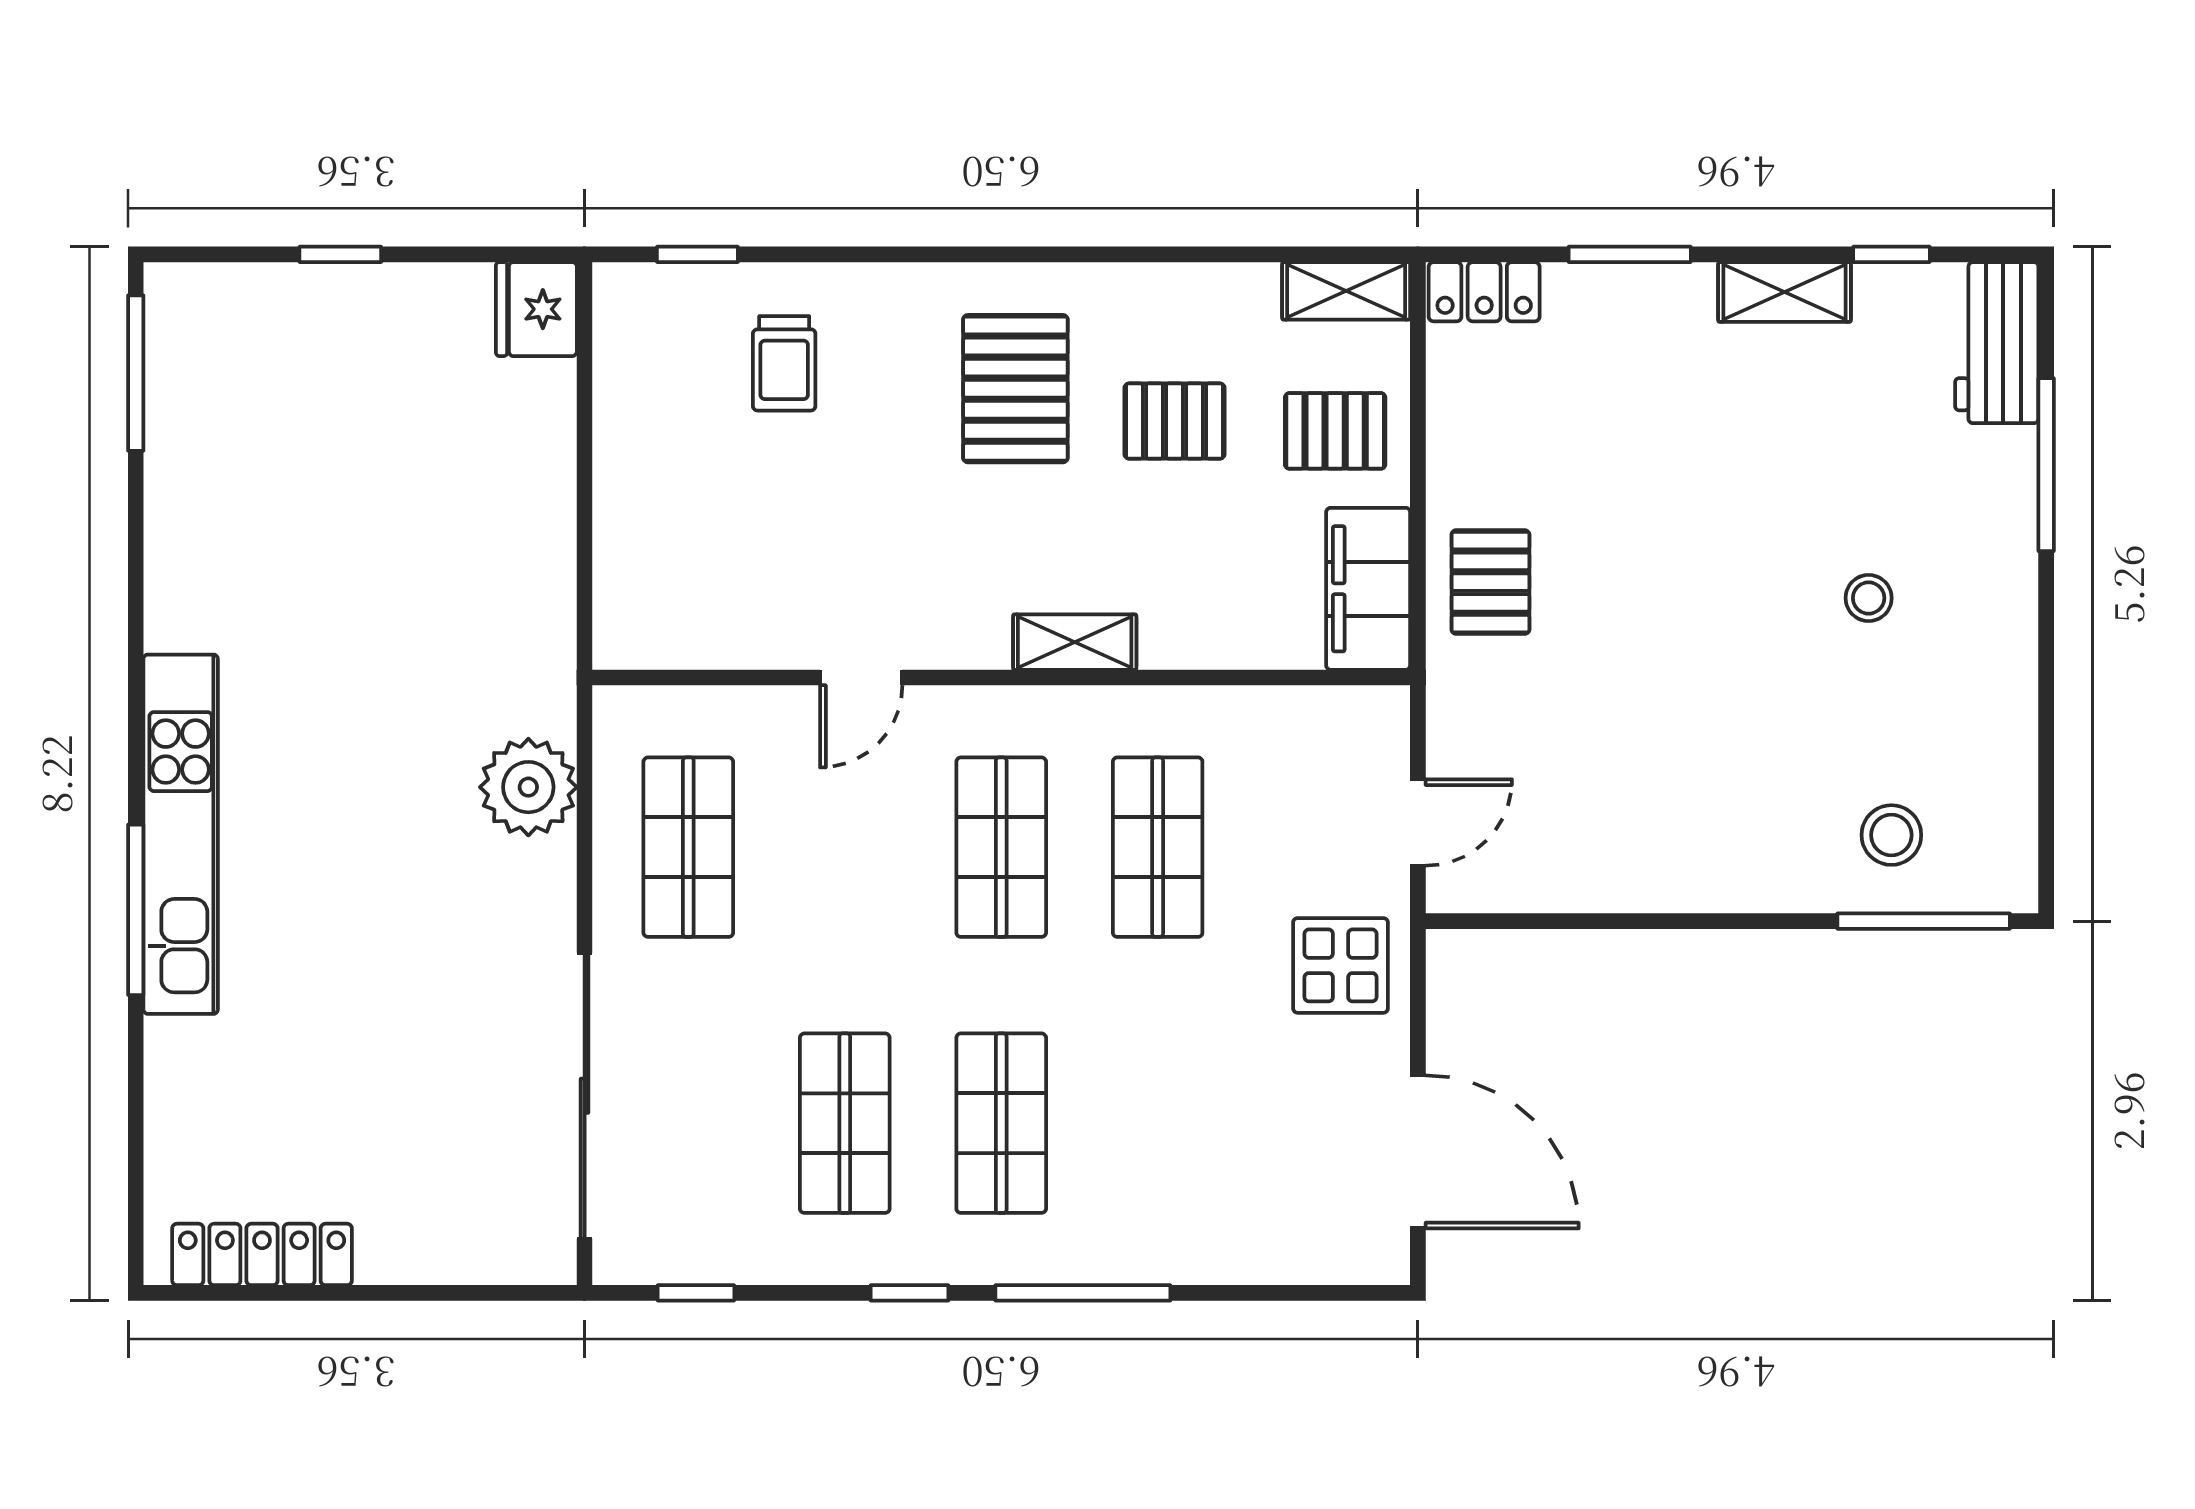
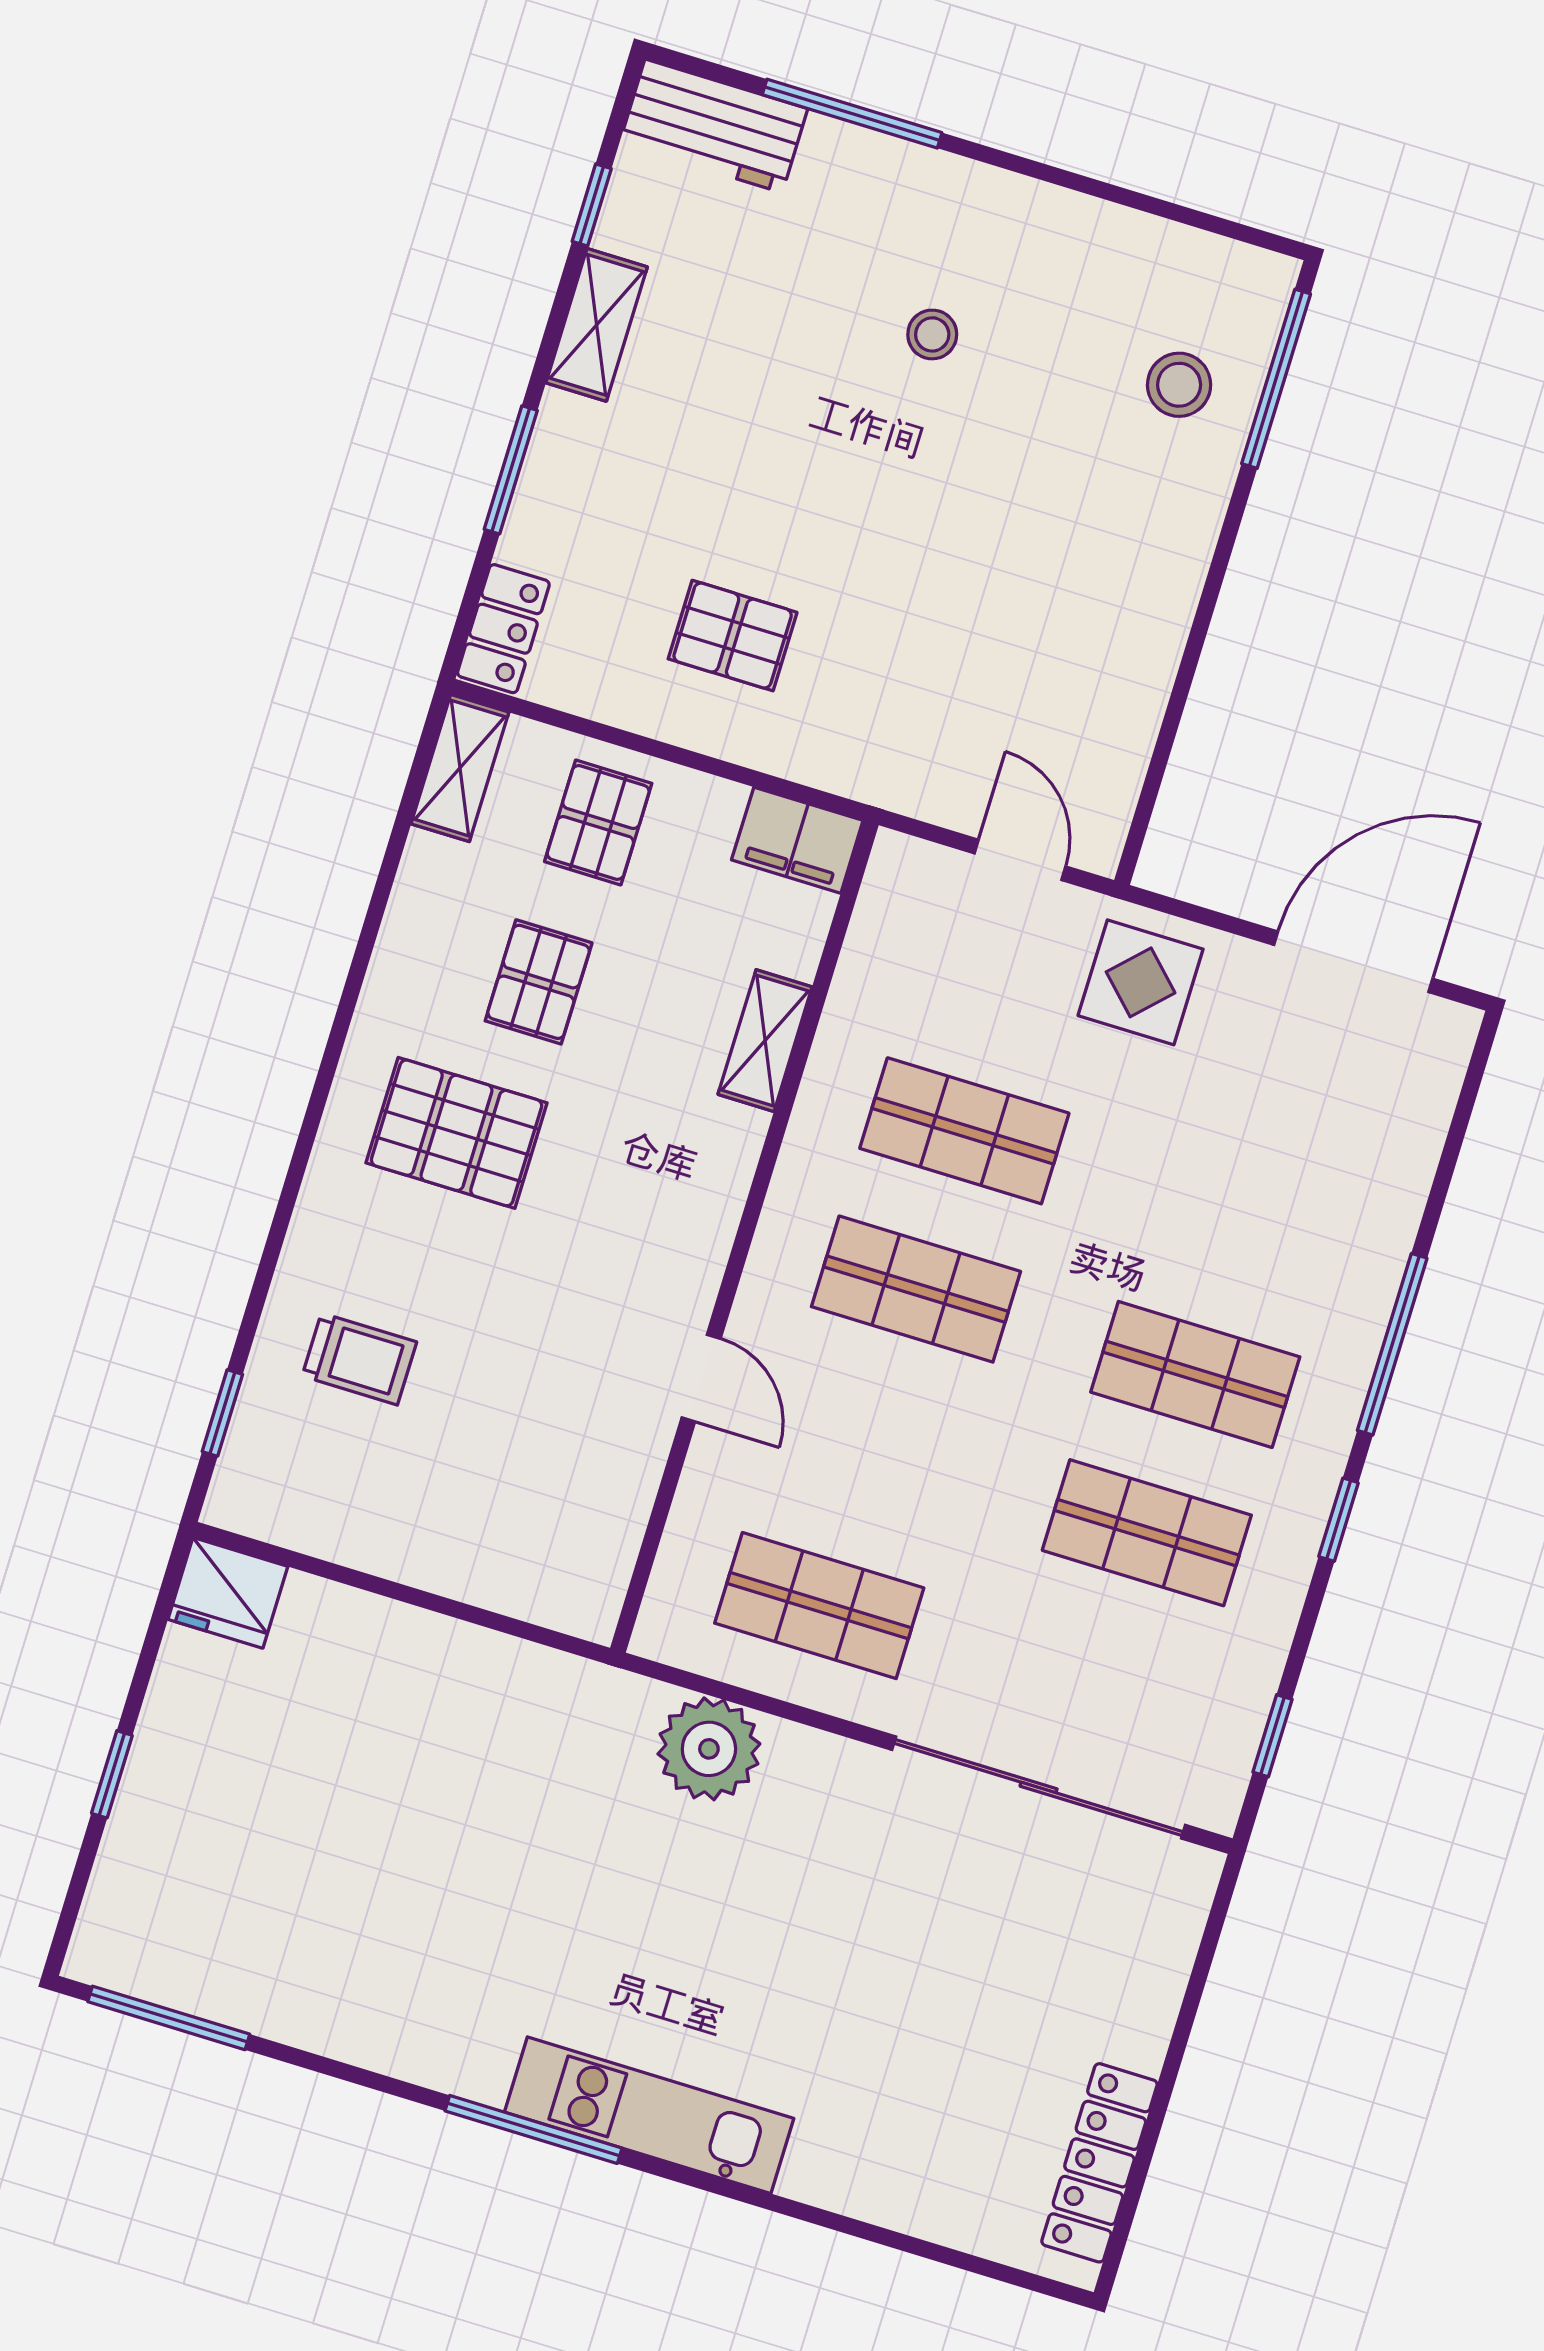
pallet: (1490, 582) -> (733, 636), moved
filing cabinet: (1368, 589) -> (797, 840), width x0.67, depth x0.86
shelving: (1075, 642) -> (765, 1041), moved
kitchen unit: (181, 834) -> (649, 2115), width x0.73
window: (136, 910) -> (534, 2129), moved

